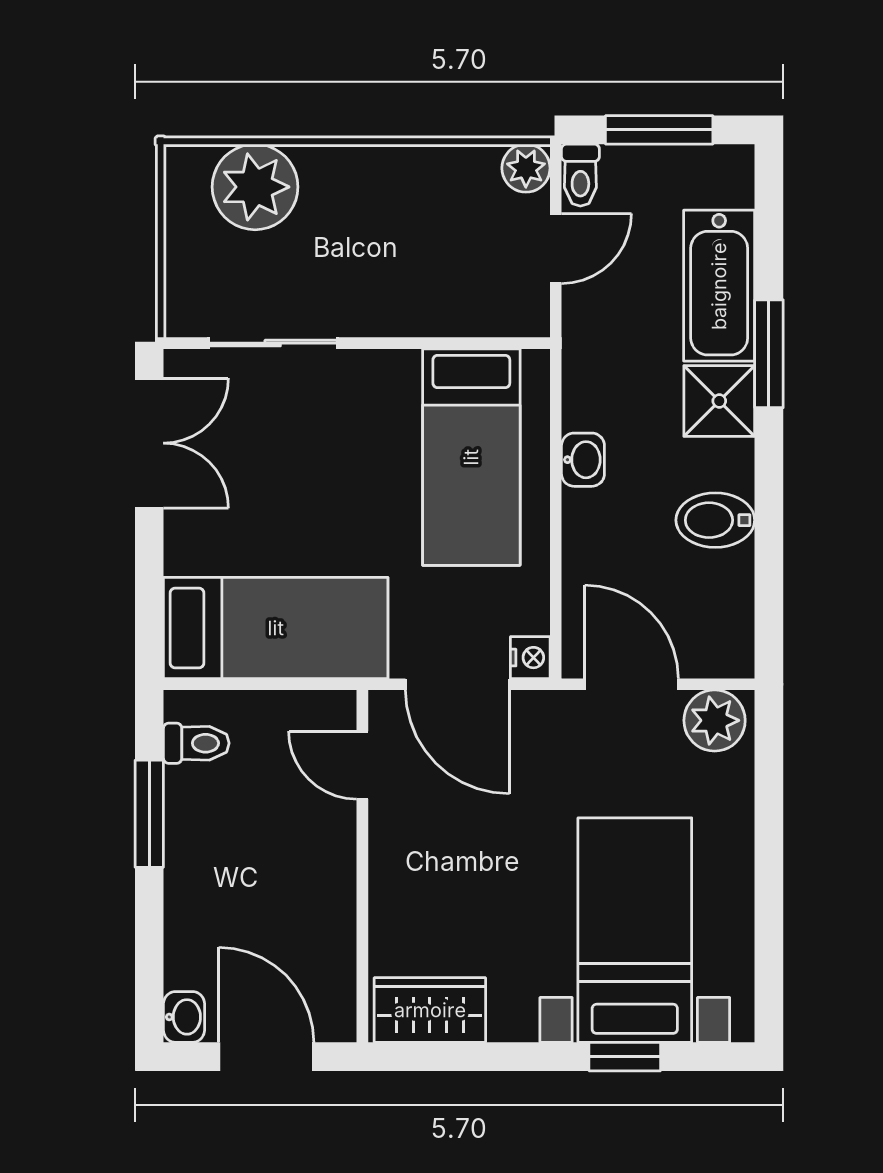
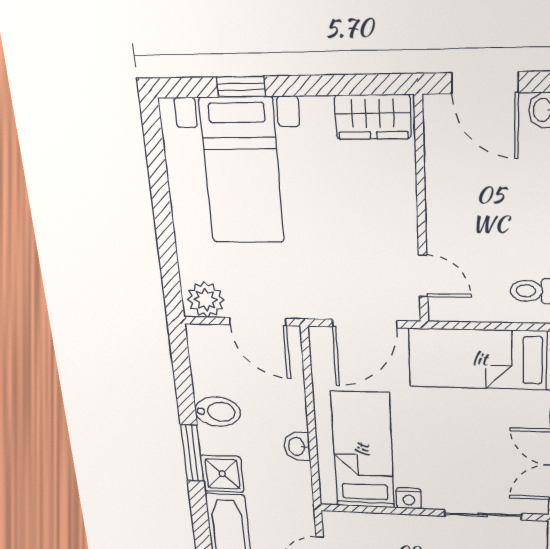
window: (769, 354) -> (192, 453), moved
nightstand: (530, 658) -> (409, 498), moved, turned -90
door: (457, 684) -> (365, 324), swing flipped

